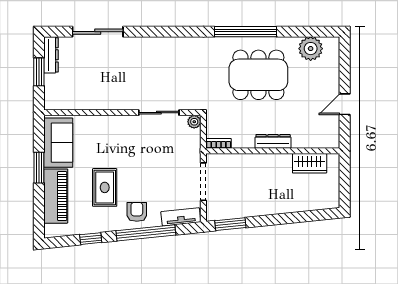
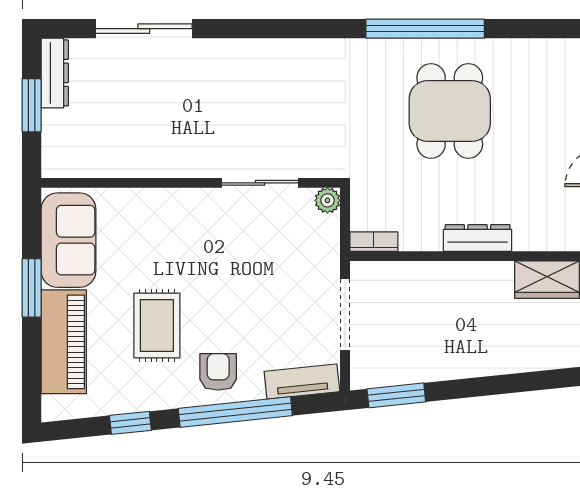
plant: (311, 49) -> (549, 61), removed
dining table: (258, 75) -> (450, 111), width x0.73

